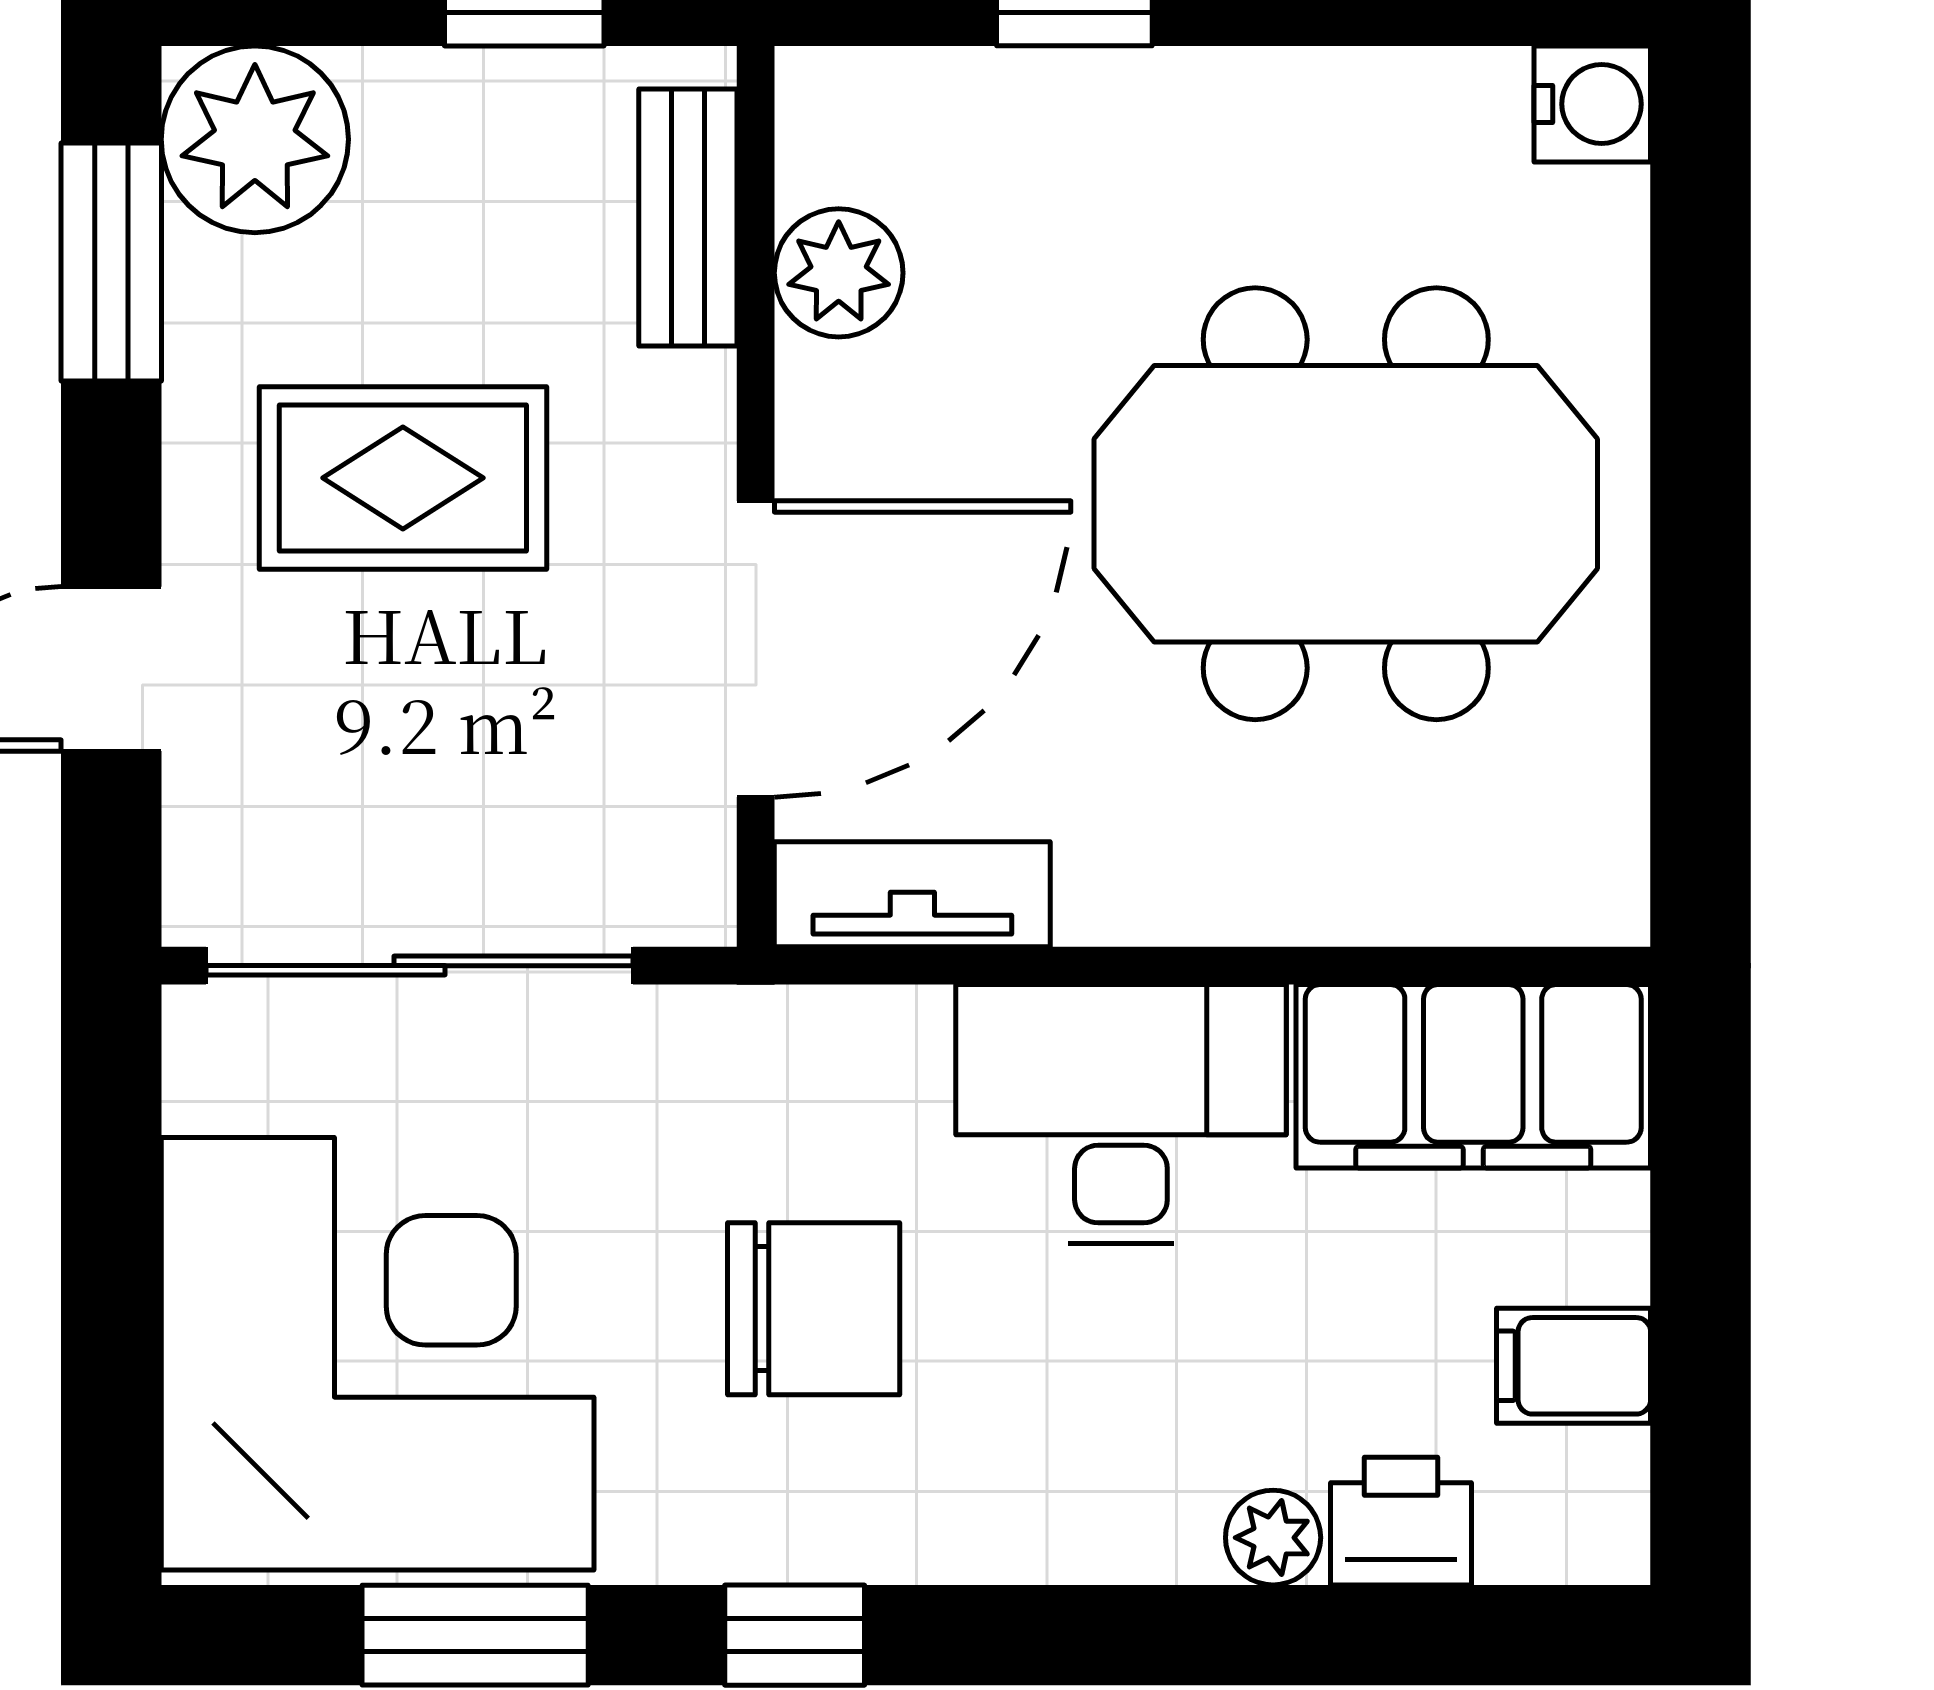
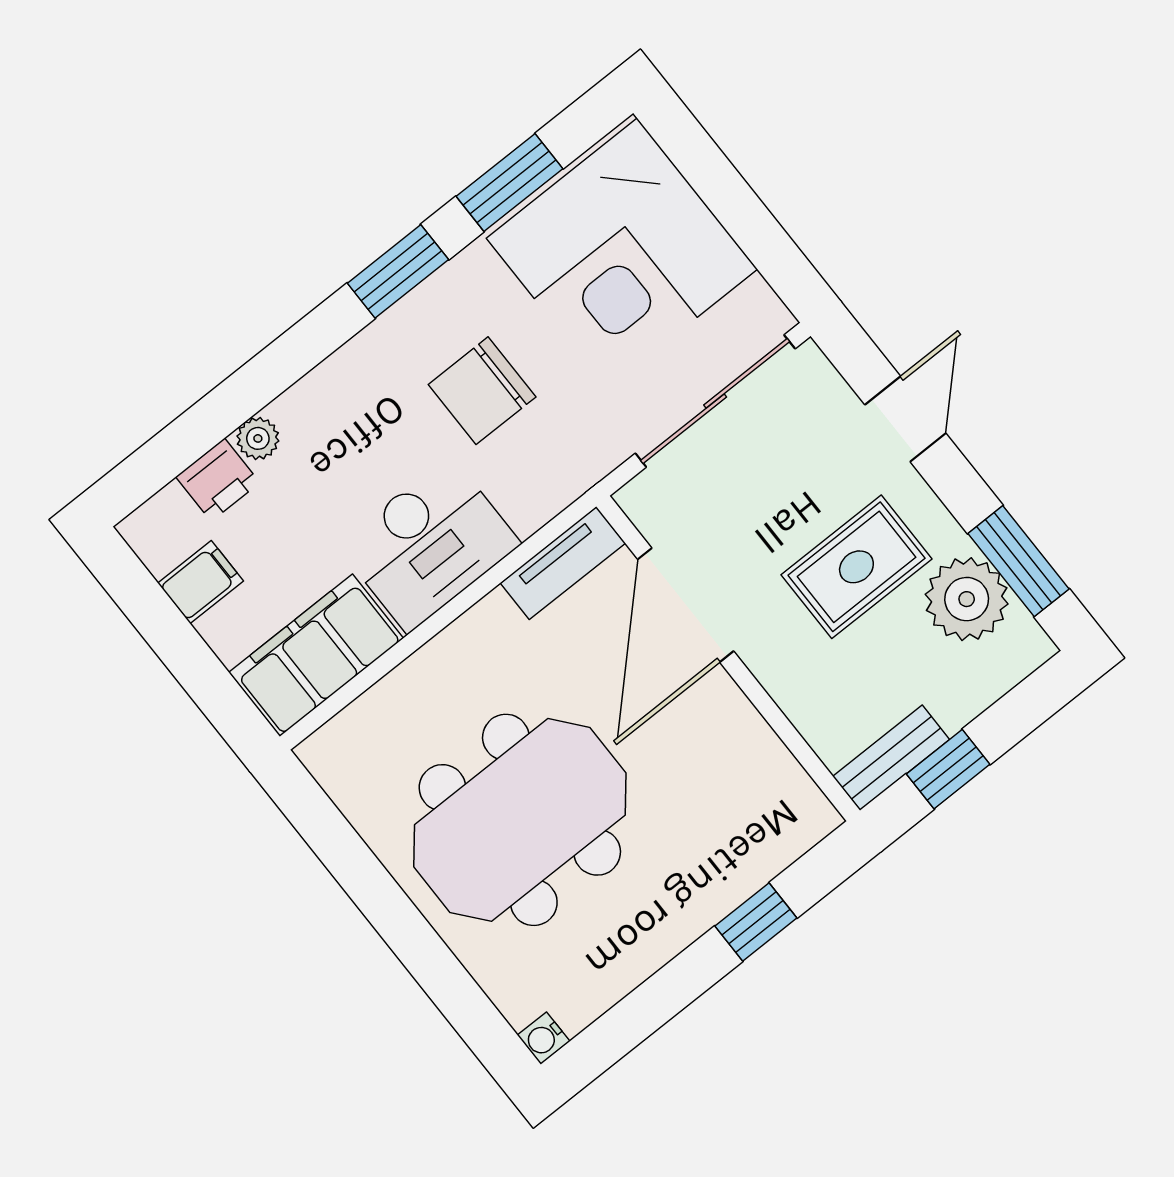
water cooler: (1592, 104) -> (544, 1038), width x0.72, depth x0.72
plant: (255, 139) -> (967, 599), moved
bench: (688, 217) -> (891, 758), moved, turned 90
plant: (839, 273) -> (761, 760), removed
window: (795, 1635) -> (398, 271), width x1.50

